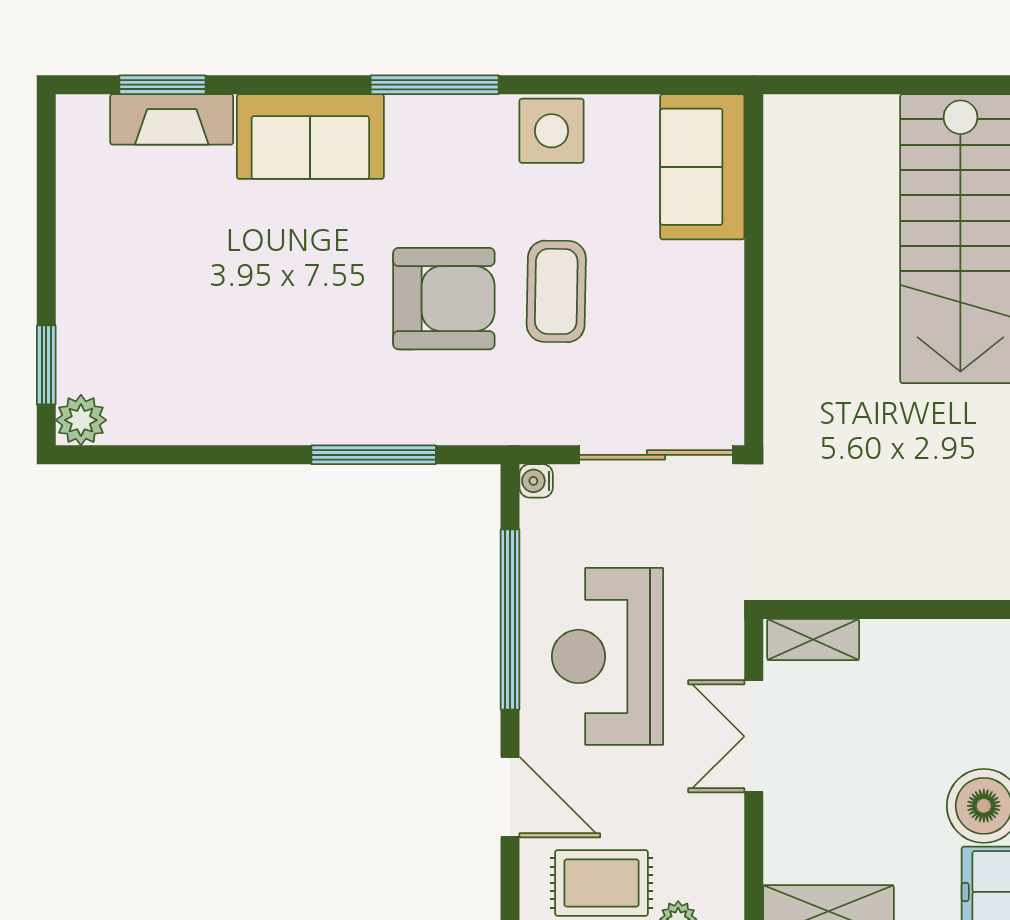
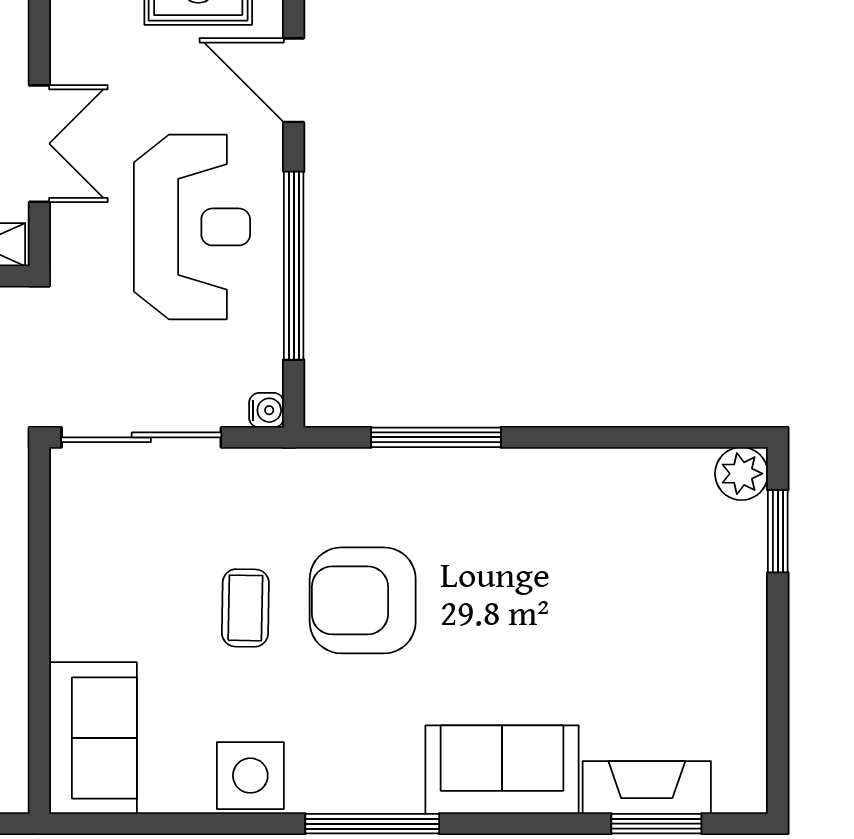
coffee table: (556, 291) -> (245, 608), width x0.73, depth x0.77

